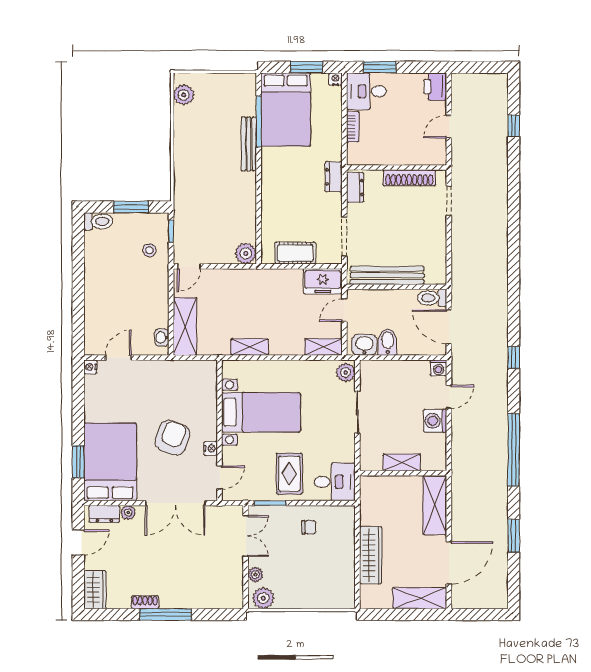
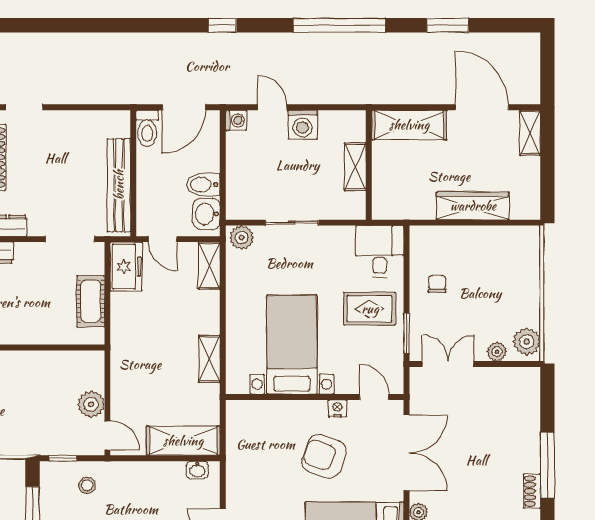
plant: (246, 253) -> (91, 404), moved
shelving: (420, 598) -> (530, 133), width x0.67, depth x0.75

